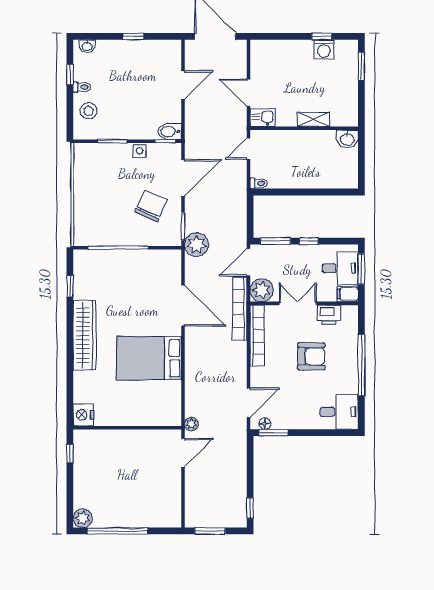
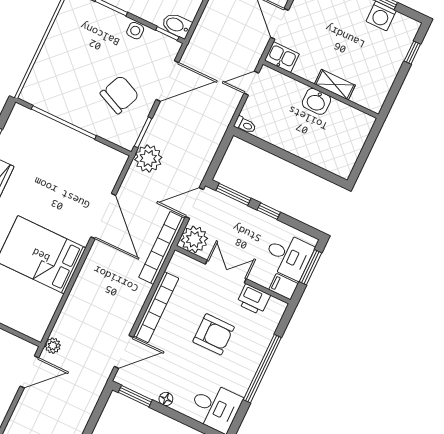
window: (361, 66) -> (412, 53), width x0.67
washbasin: (347, 139) -> (316, 101), moved
bookcase: (257, 336) -> (156, 307), moved
floor lamp: (265, 424) -> (166, 399), moved

